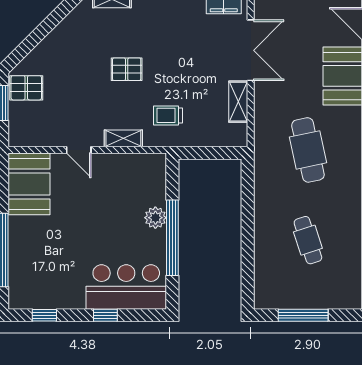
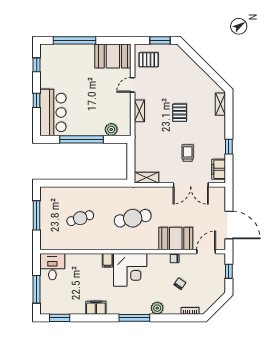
pallet: (26, 88) -> (149, 60), moved, turned 90
shelving: (238, 102) -> (147, 178), moved
trolley: (168, 115) -> (188, 153), moved
plant: (155, 218) -> (111, 130), moved

